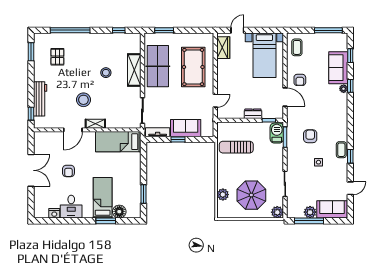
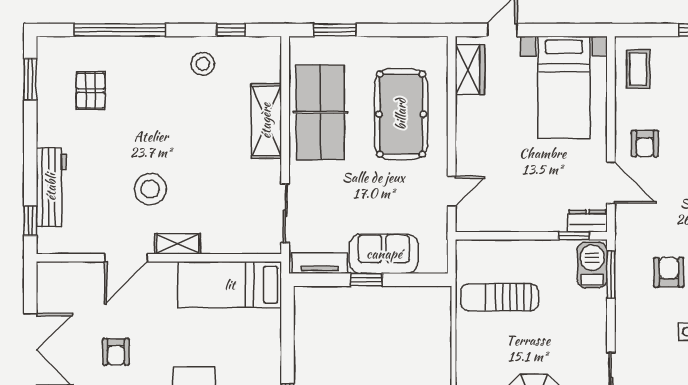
stool: (106, 73) -> (203, 64), moved
dresser: (253, 114) -> (587, 221), moved

